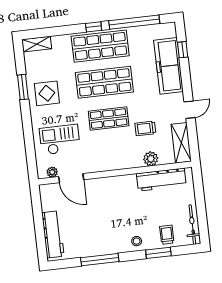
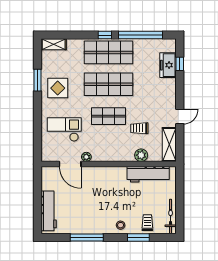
freezer: (169, 66) -> (168, 65), width x0.52, depth x0.79
plant: (52, 172) -> (86, 157), moved

